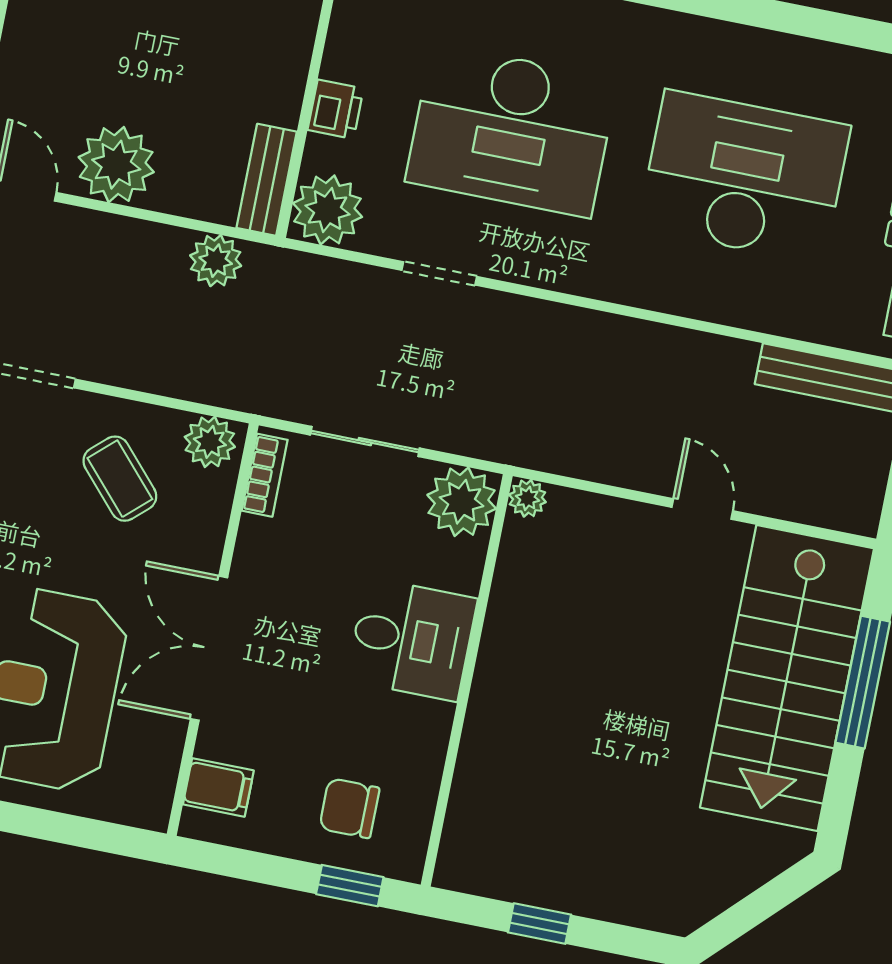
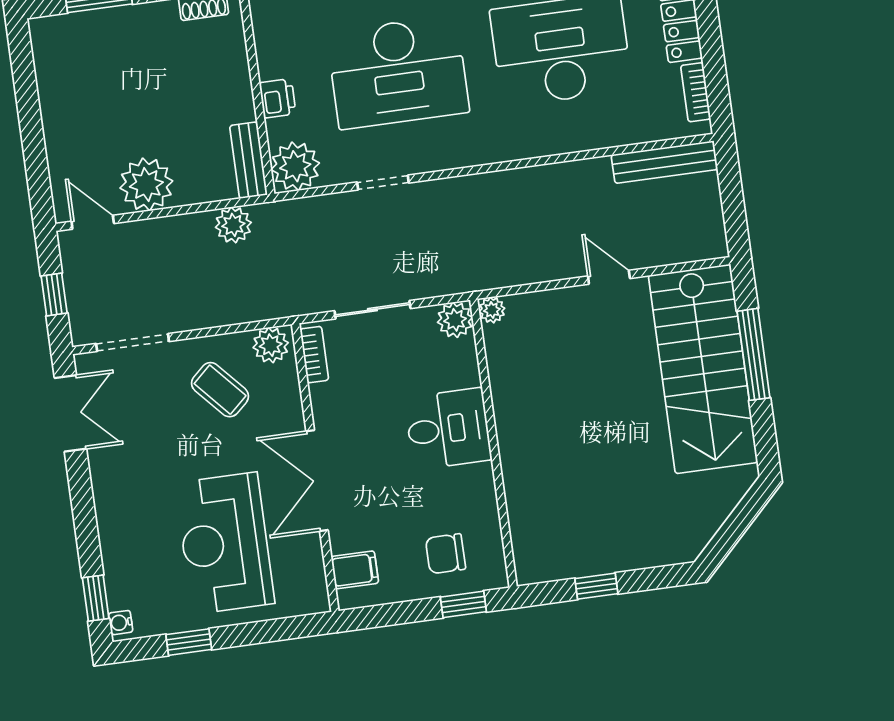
plant: (462, 502) -> (455, 320), width x0.73, depth x0.73

